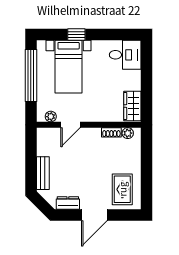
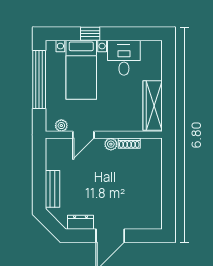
desk: (125, 55) -> (124, 58), moved, turned -90
wardrobe: (132, 106) -> (153, 105), width x1.50
plant: (128, 133) -> (111, 144), moved
rug: (122, 189) -> (141, 207), removed

